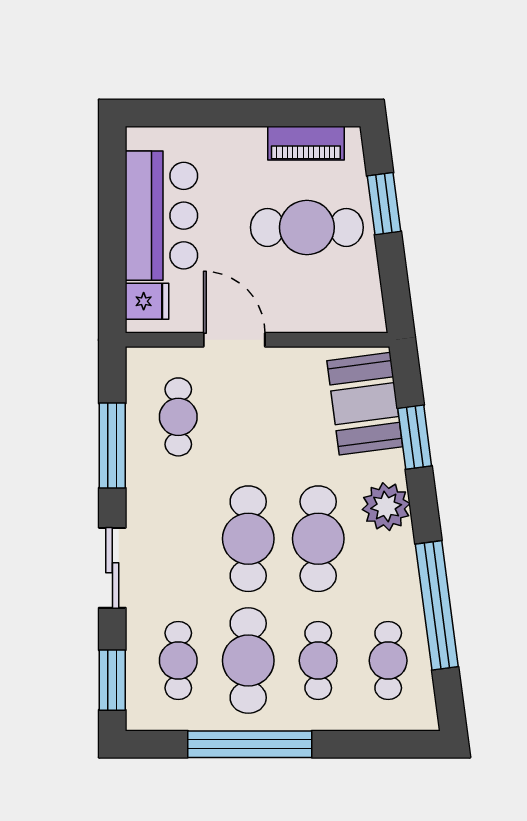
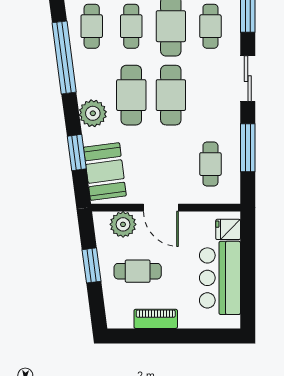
piano: (306, 143) -> (156, 319), moved
window: (384, 204) -> (92, 265), moved
cafe table: (307, 227) -> (138, 271), width x0.73, depth x0.74
plant: (333, 310) -> (123, 224), added
door: (234, 340) -> (161, 208), moved

